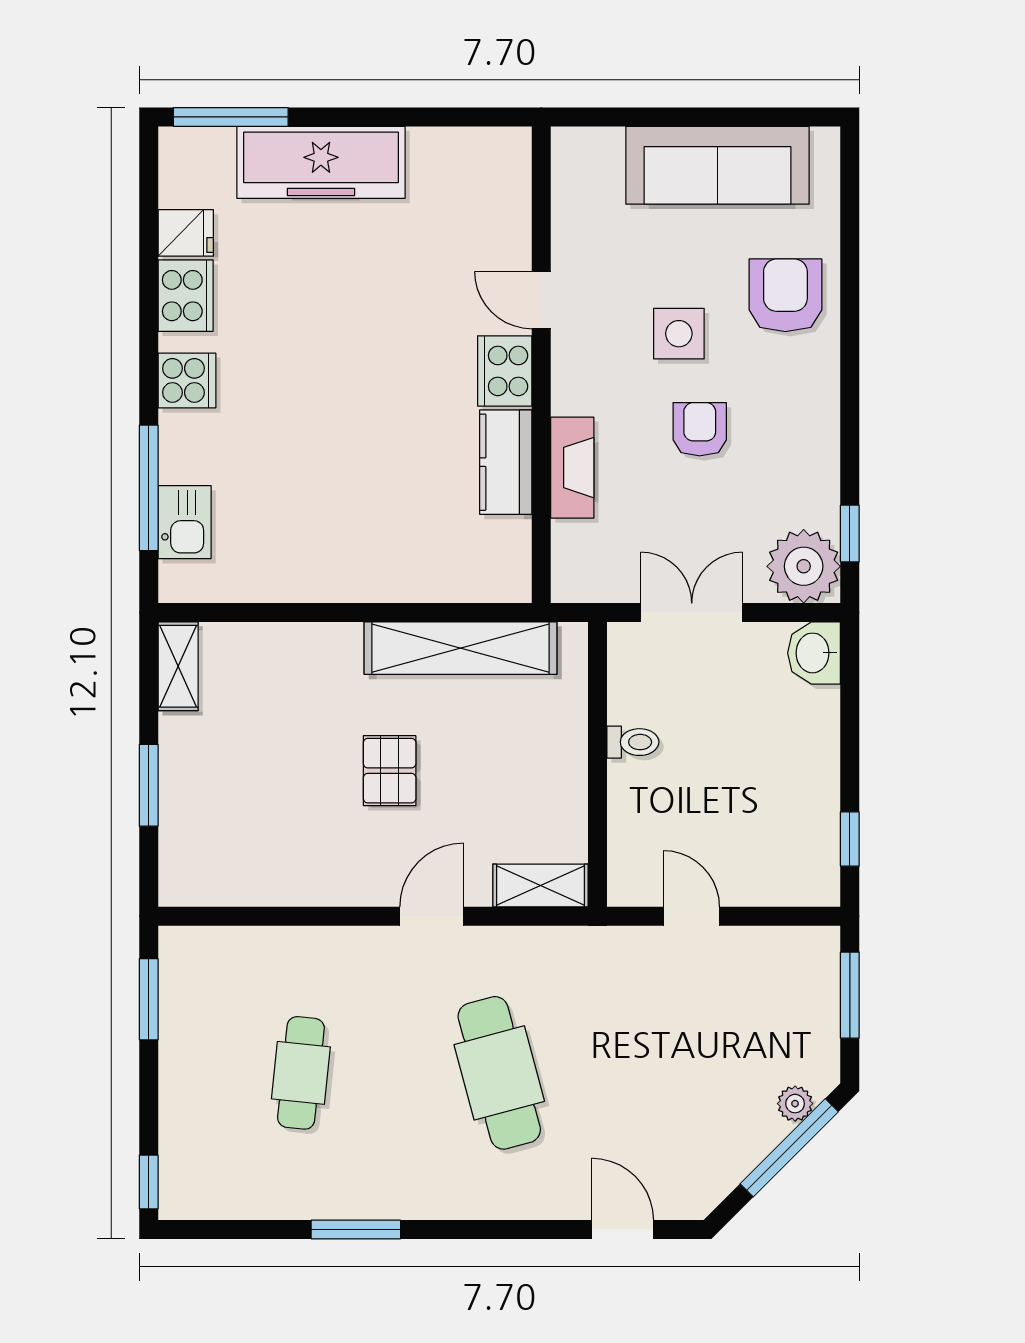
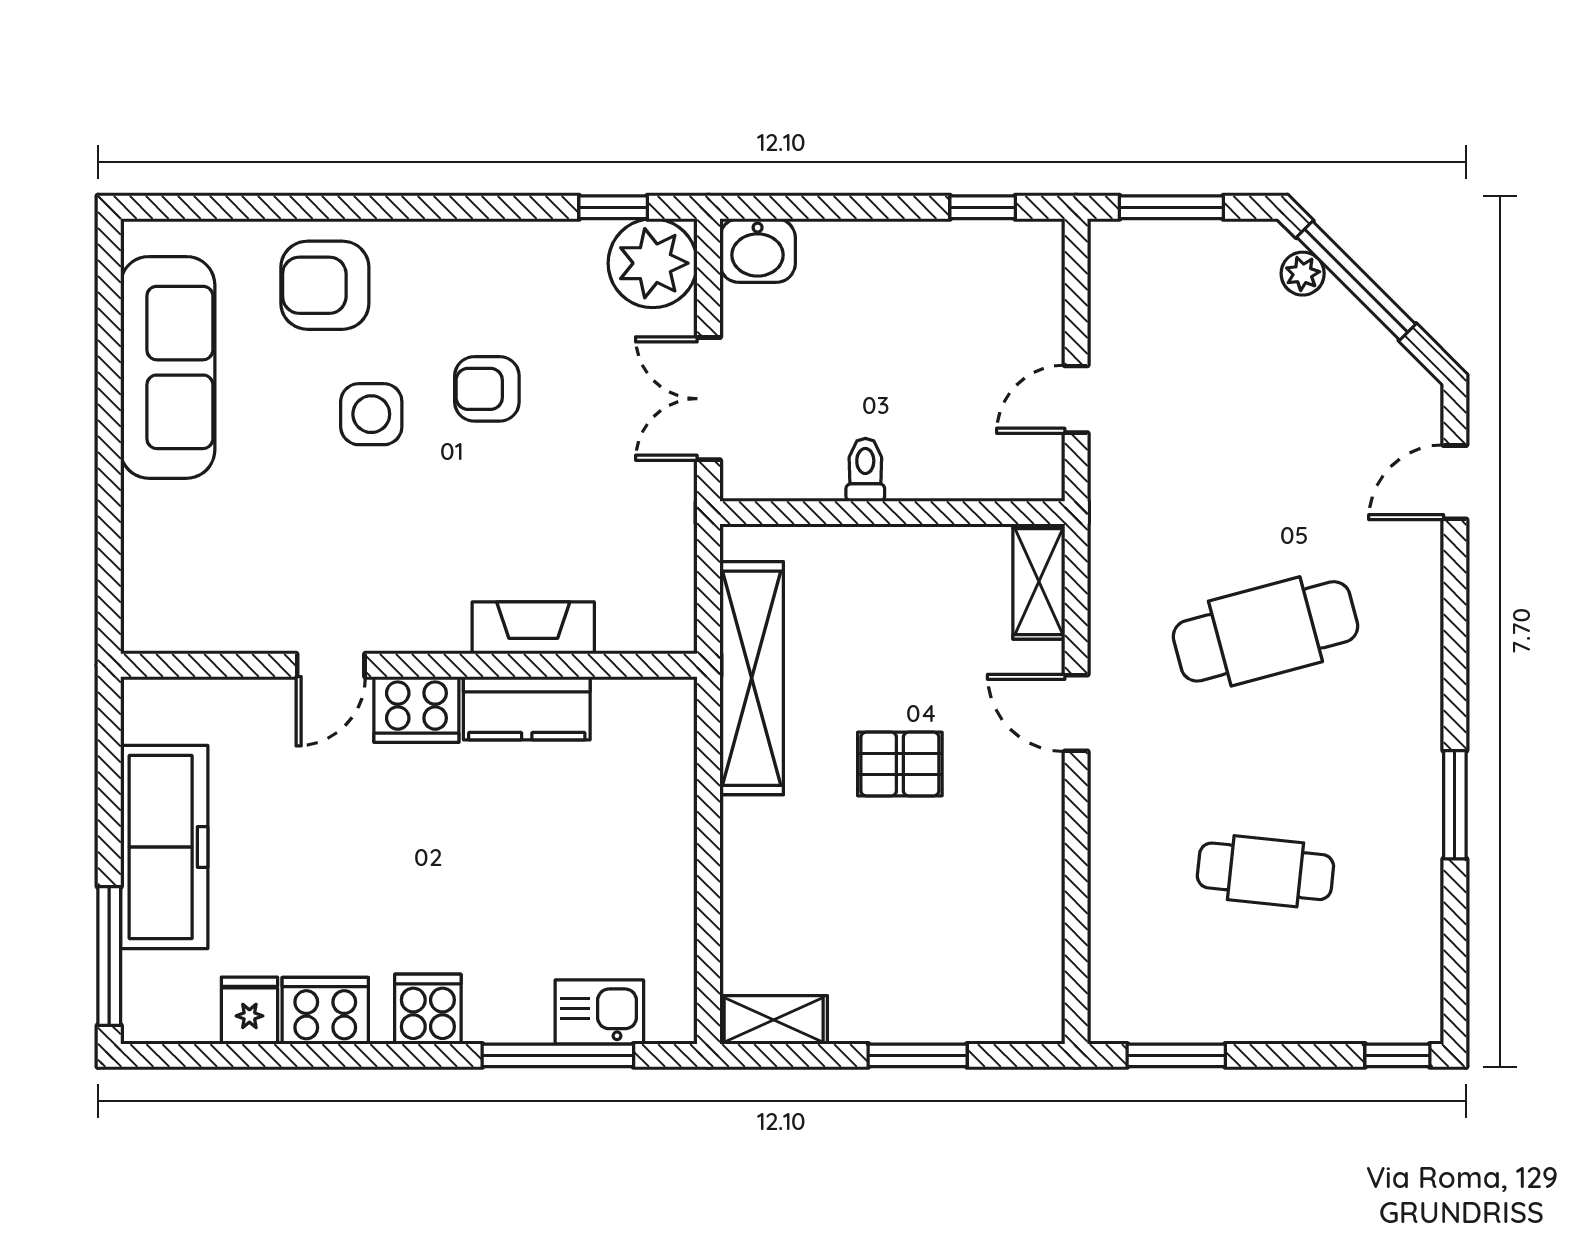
door: (541, 300) -> (331, 665), moved
wall: (541, 365) -> (409, 665), moved
cooker: (505, 371) -> (416, 709), moved
kitchen counter: (506, 462) -> (527, 708), moved
fireplace: (572, 468) -> (533, 628), moved

